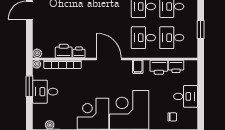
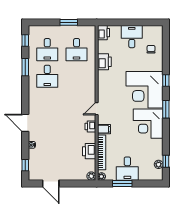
desk: (143, 38) -> (77, 76), removed
printer: (79, 52) -> (90, 126), moved
door: (109, 59) -> (97, 109), width x0.53
printer: (176, 66) -> (104, 33), moved
filing cabinet: (138, 67) -> (104, 129), moved

